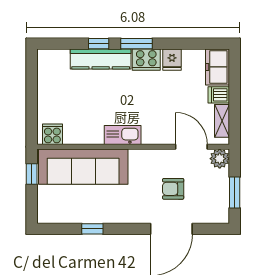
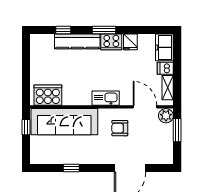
window: (99, 44) -> (63, 30), moved
cooker: (52, 134) -> (48, 95), width x1.87, depth x1.31
kitchen sink: (123, 135) -> (106, 98), moved
armchair: (173, 189) -> (120, 128), moved
window: (235, 192) -> (177, 130), moved

